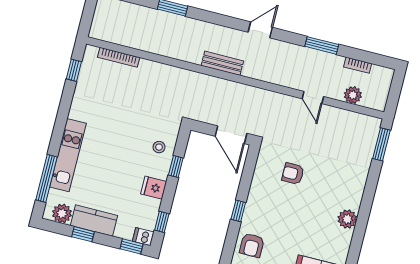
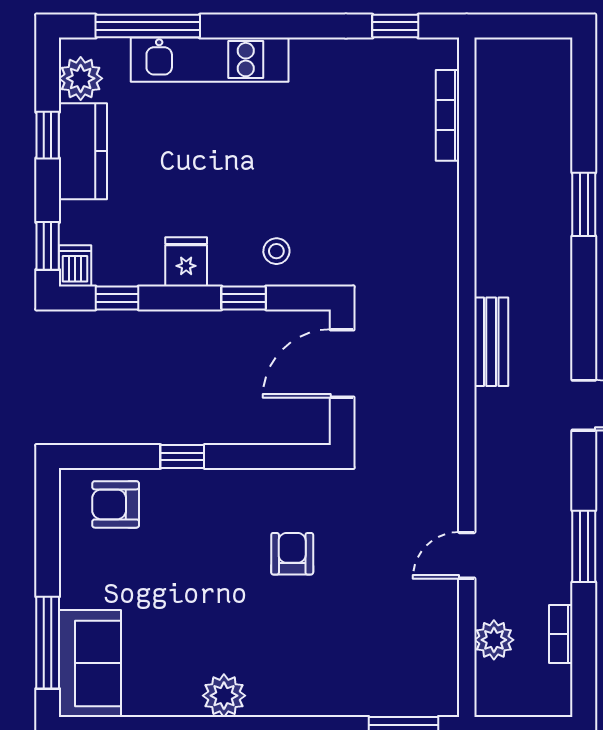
door: (231, 135) -> (342, 364), moved

